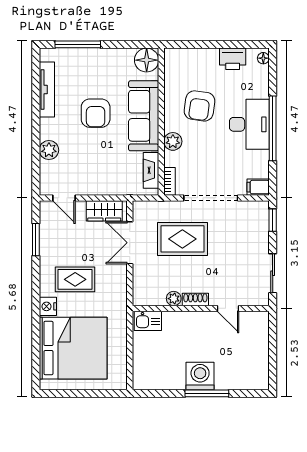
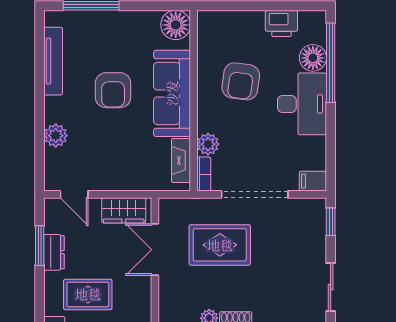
floor lamp: (263, 58) -> (313, 58), moved, width x1.89, depth x1.89
window: (273, 128) -> (331, 63), moved
plant: (173, 141) -> (208, 144), moved
dresser: (48, 245) -> (54, 252), added

